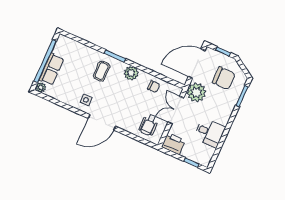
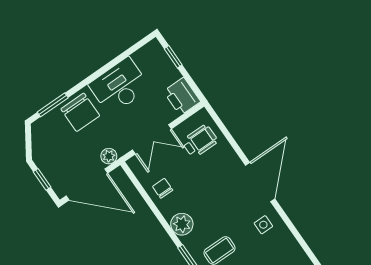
chair: (224, 78) -> (80, 112), moved, turned 180
plant: (196, 92) -> (109, 156), width x0.53, depth x0.53
door: (102, 122) -> (260, 182), hinge flipped
desk: (210, 133) -> (119, 86), width x1.37

